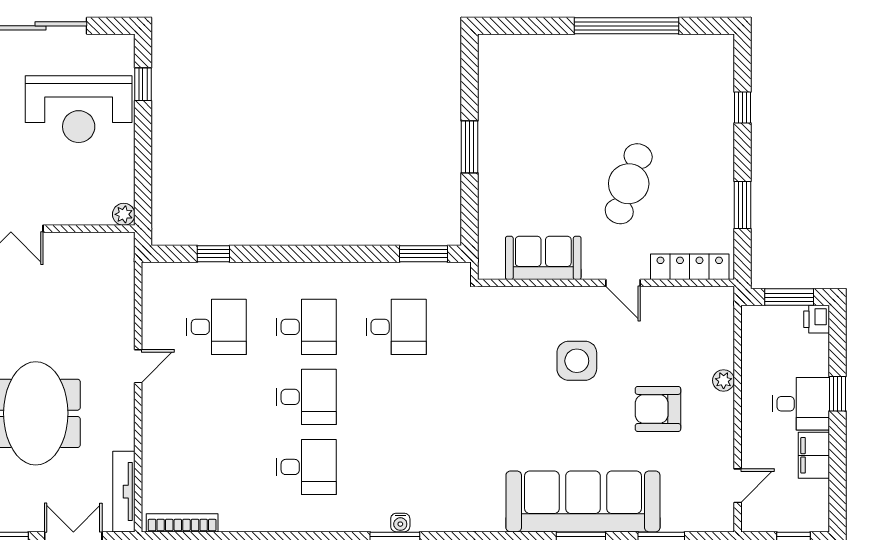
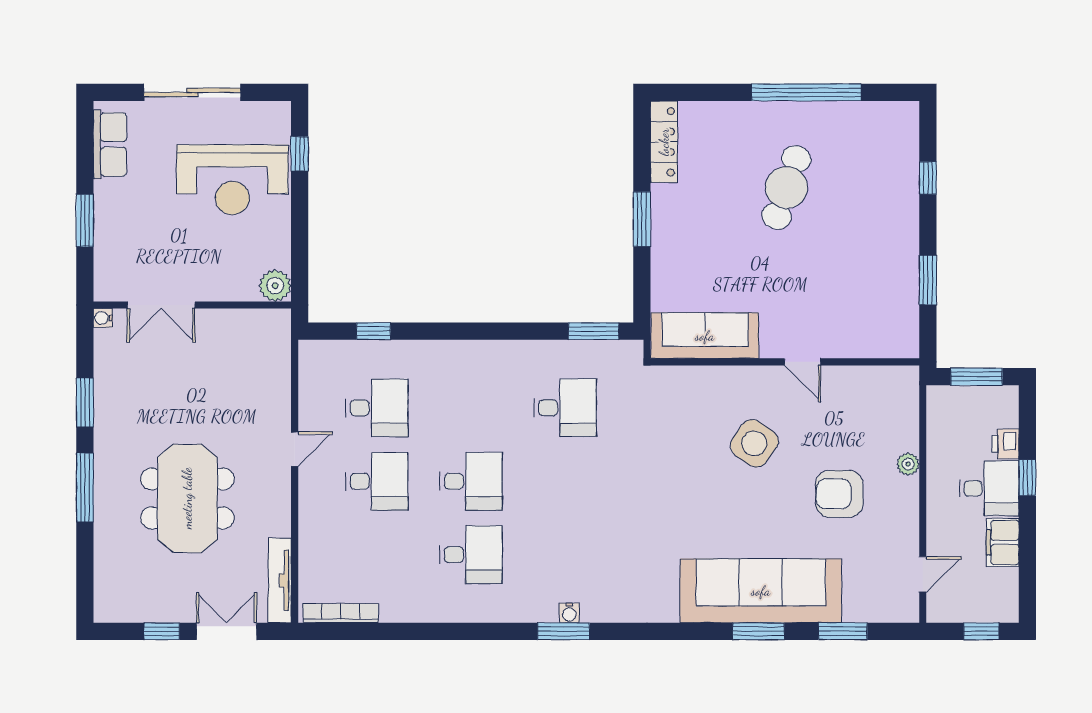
cafe table: (629, 184) -> (786, 188), moved
plant: (124, 214) -> (275, 286), width x1.38, depth x1.38
sofa: (543, 258) -> (705, 336), width x1.36
locker: (690, 267) -> (664, 142), moved, turned 90
printer: (817, 319) -> (1005, 444), moved
desk: (306, 327) -> (377, 481), moved
side table: (577, 361) -> (754, 443), turned 35

